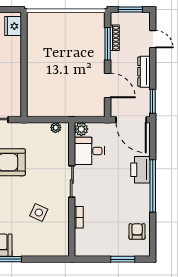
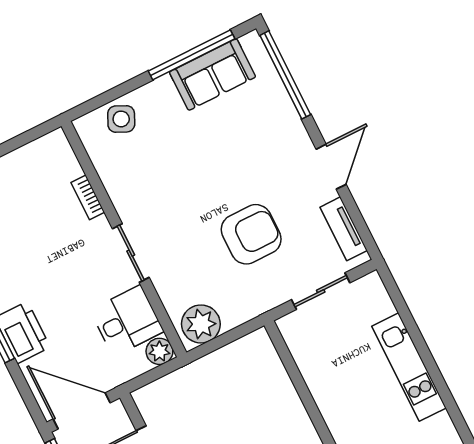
plant: (56, 128) -> (201, 324), width x1.87, depth x1.87
side table: (39, 213) -> (121, 119), moved

